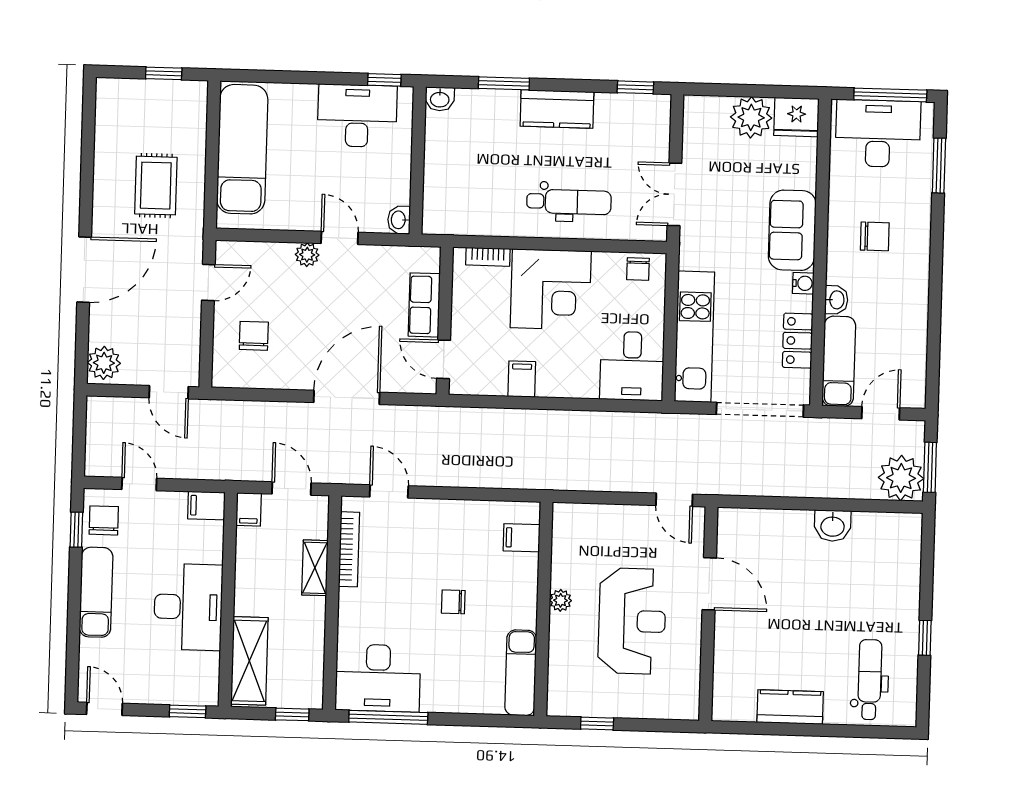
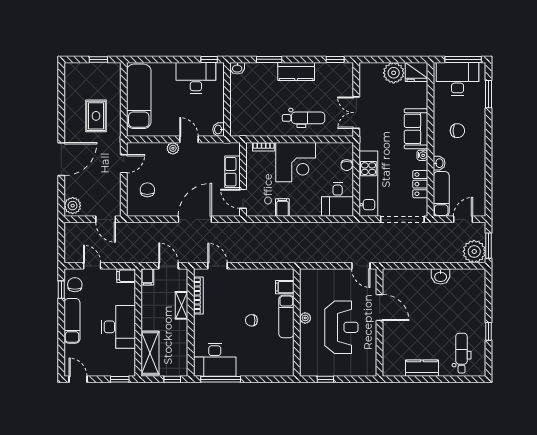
chair: (638, 269) -> (347, 165), moved
exam couch: (521, 673) -> (286, 317), moved

